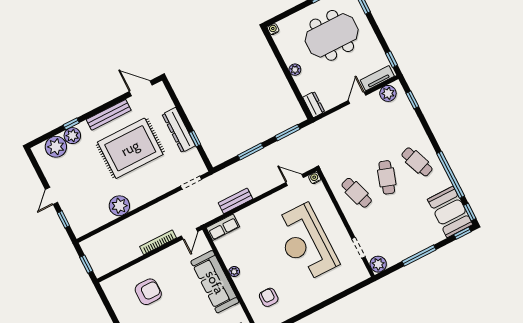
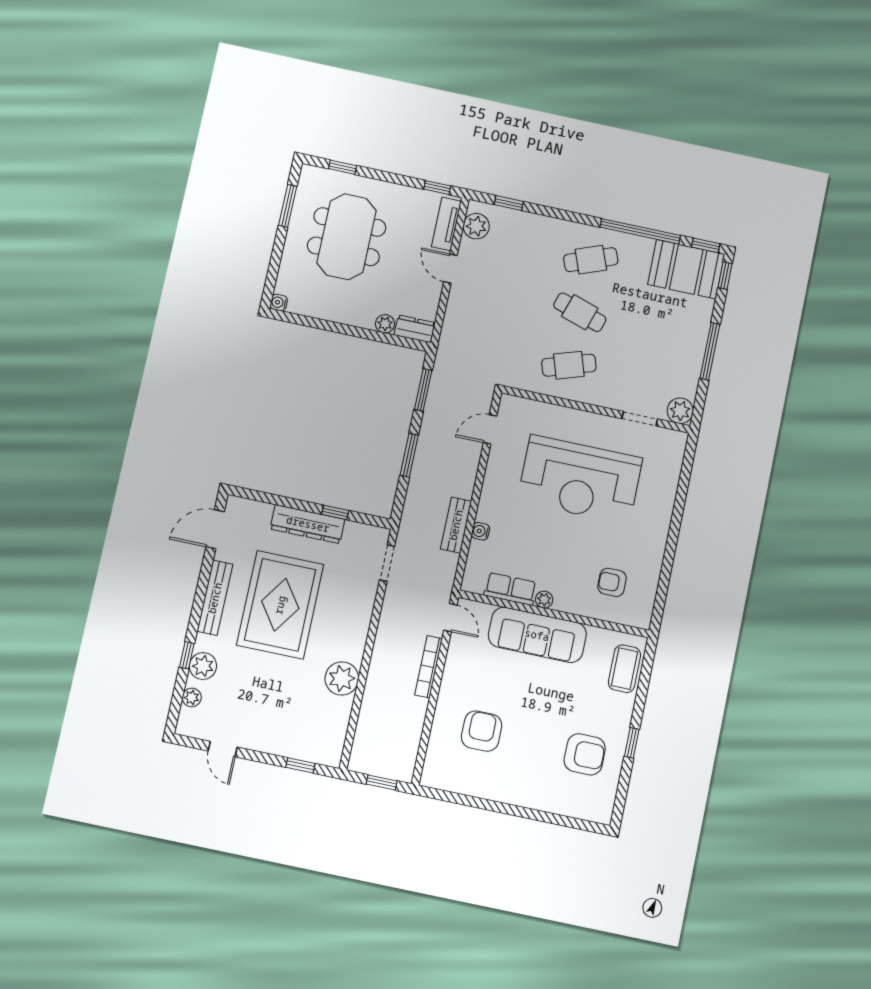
plant: (295, 70) -> (385, 324), moved
plant: (56, 147) -> (192, 697), width x0.53, depth x0.53
water cooler: (315, 178) -> (481, 531), moved
door: (51, 196) -> (223, 749), moved
row of seats: (223, 227) -> (510, 589), moved, turned -90

